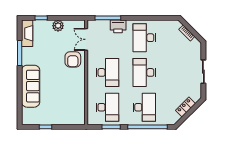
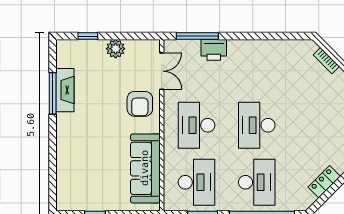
fireplace: (27, 33) -> (65, 90), moved
desk: (144, 38) -> (257, 68), removed
double door: (86, 39) -> (162, 71), swing flipped
desk: (107, 72) -> (197, 125), turned 180
sofa: (31, 86) -> (145, 168), moved, turned 180

